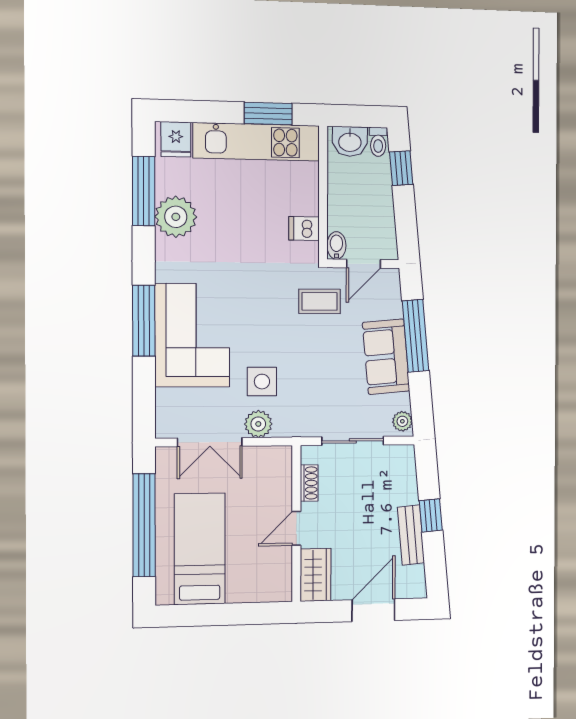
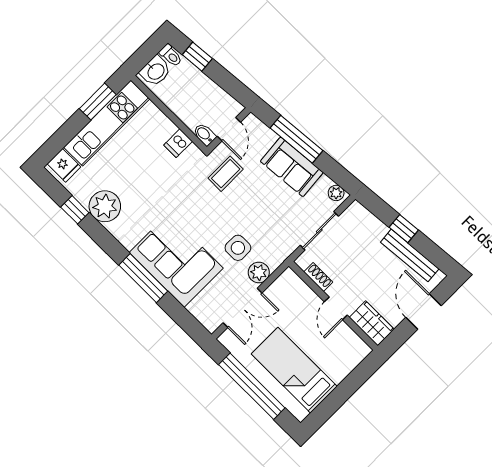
window: (144, 191) -> (75, 210), width x0.46
bench: (411, 535) -> (410, 255), width x1.36

